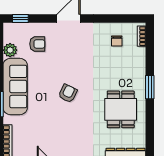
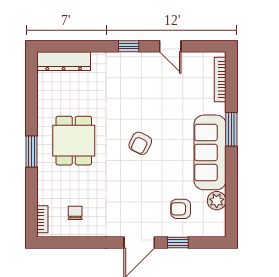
window: (20, 19) -> (178, 243), moved
dining table: (121, 109) -> (74, 141), moved

